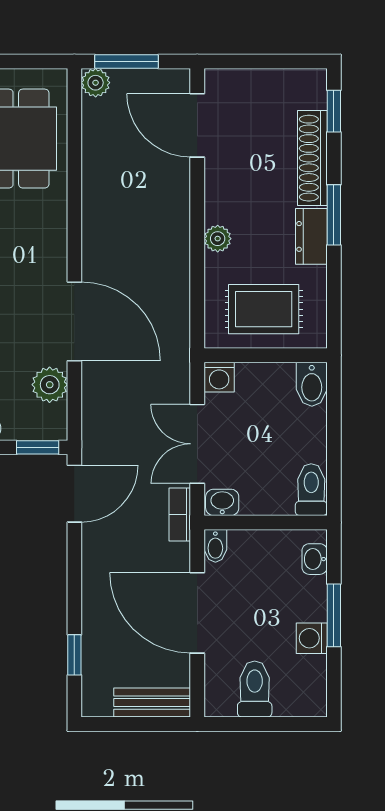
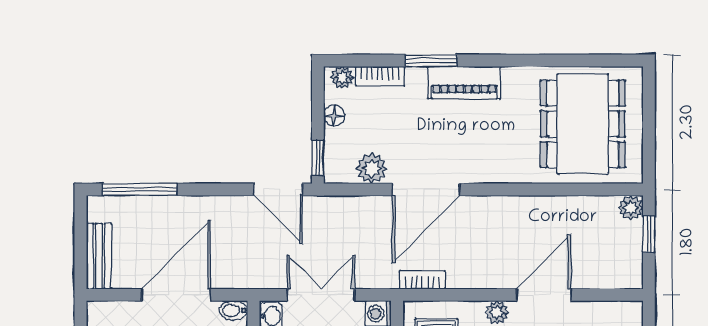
window: (126, 61) -> (649, 234), width x0.67
door: (197, 125) -> (544, 295), moved
bookcase: (180, 515) -> (422, 280), moved
window: (74, 655) -> (140, 189), width x2.17

